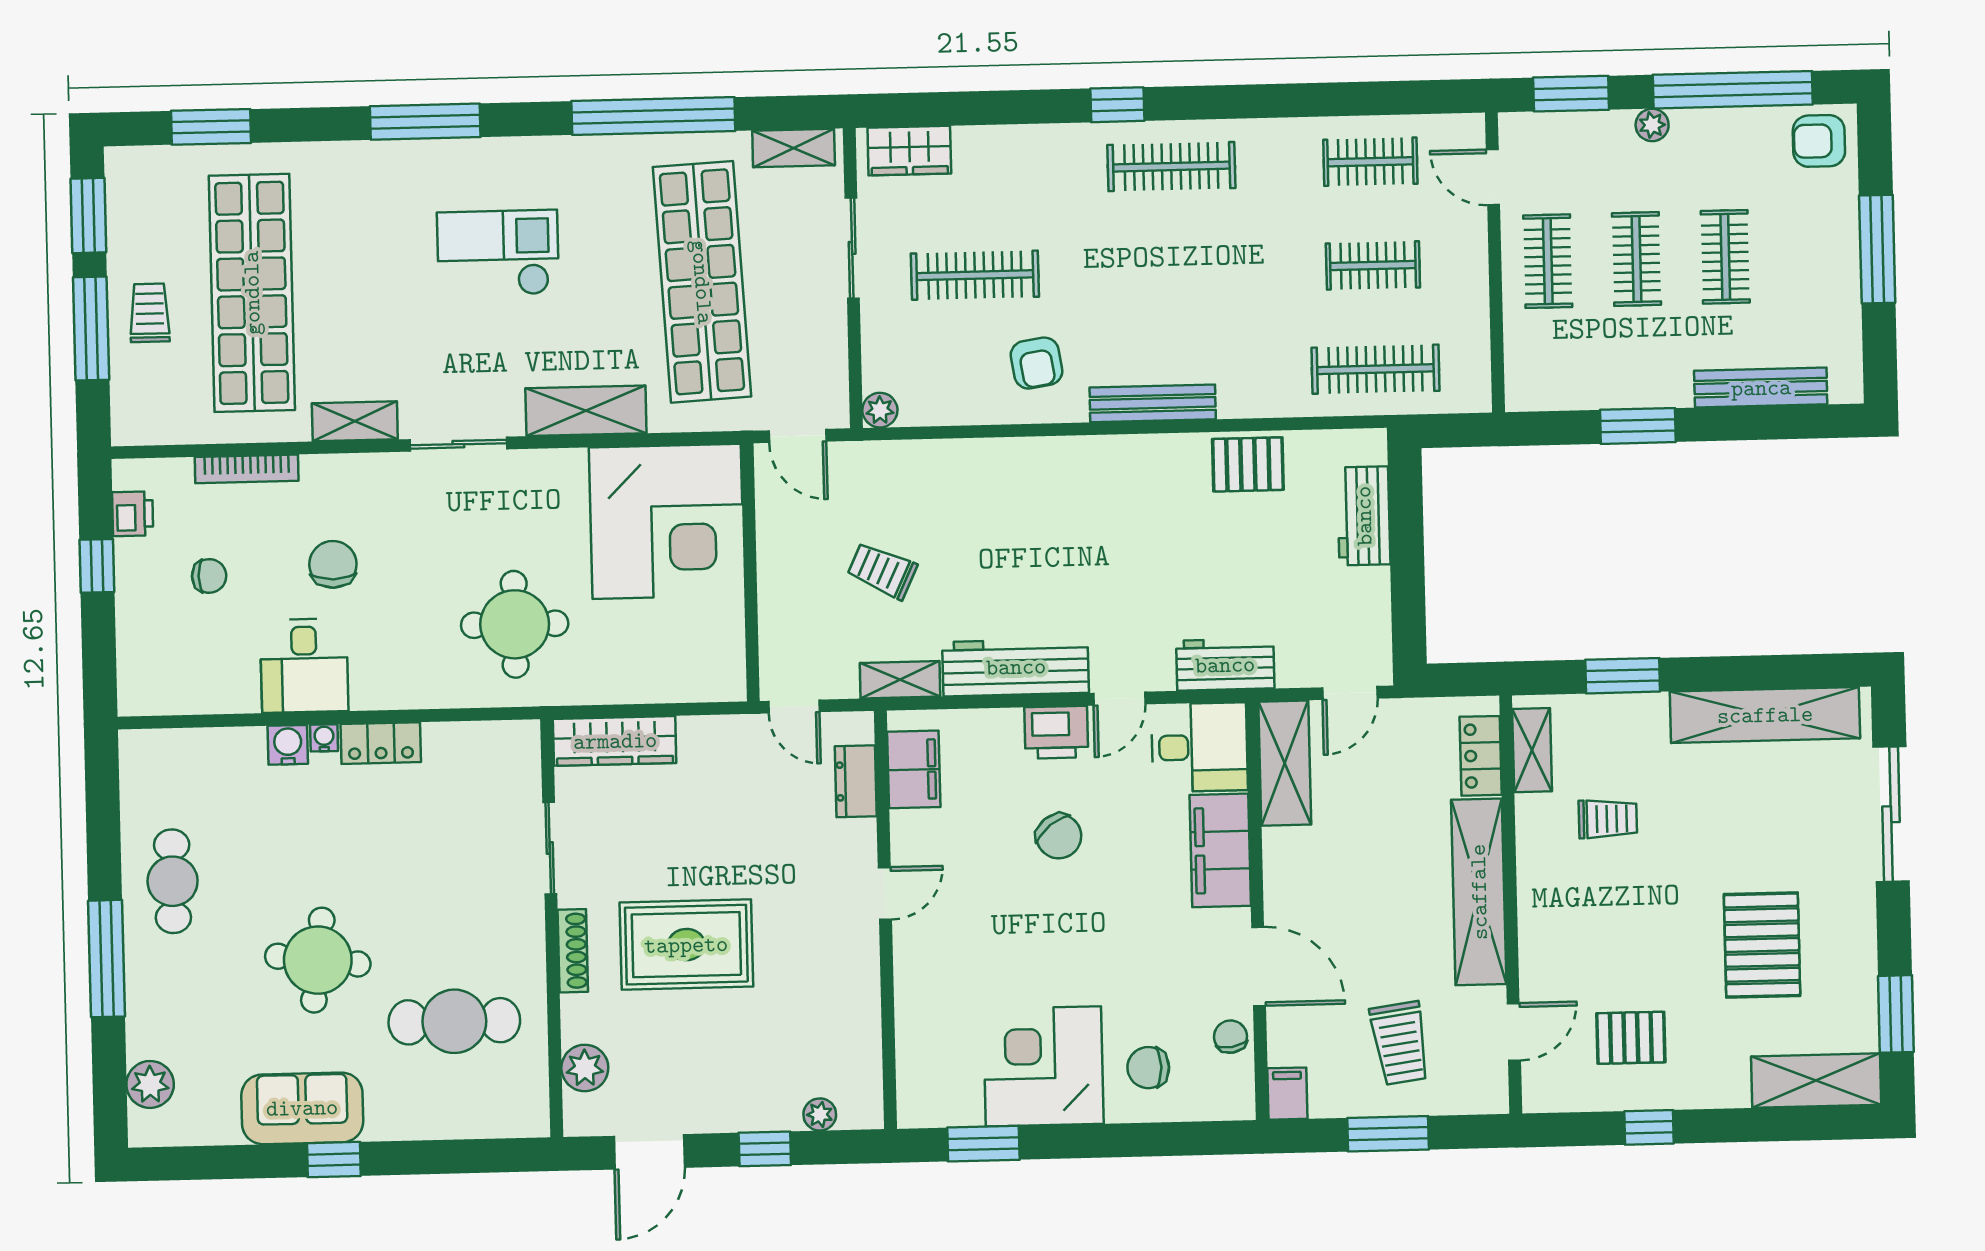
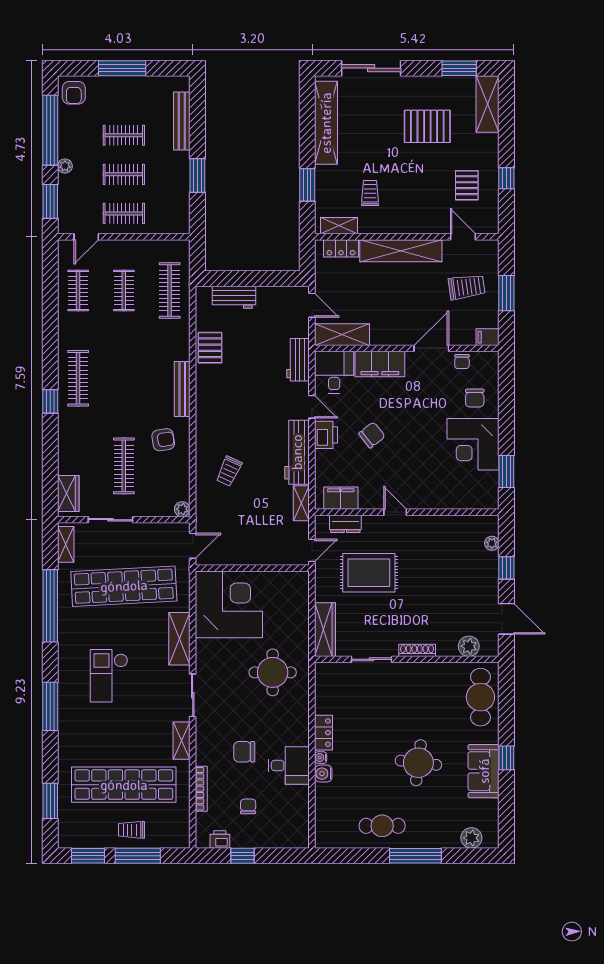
trolley: (882, 571) -> (229, 471), moved
rug: (686, 945) -> (369, 573), moved, turned 90
cafe table: (454, 1021) -> (480, 697), moved
chair: (1231, 1037) -> (462, 362), turned -81

